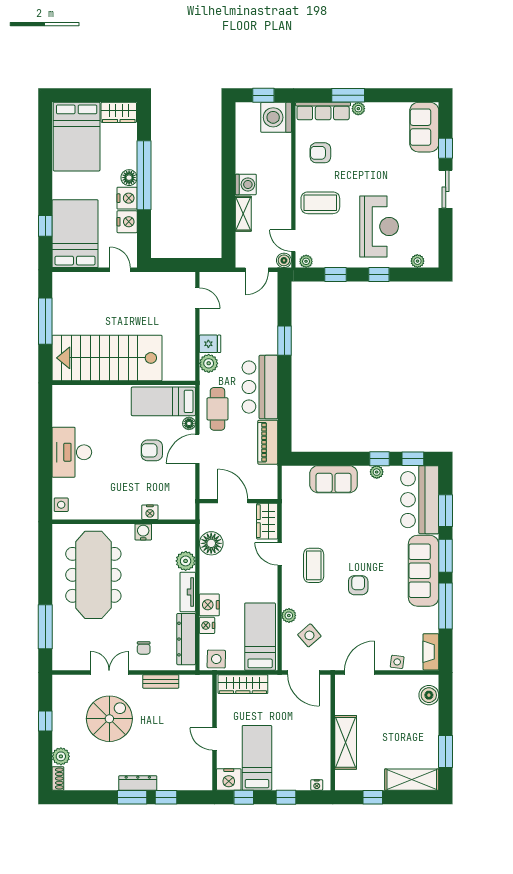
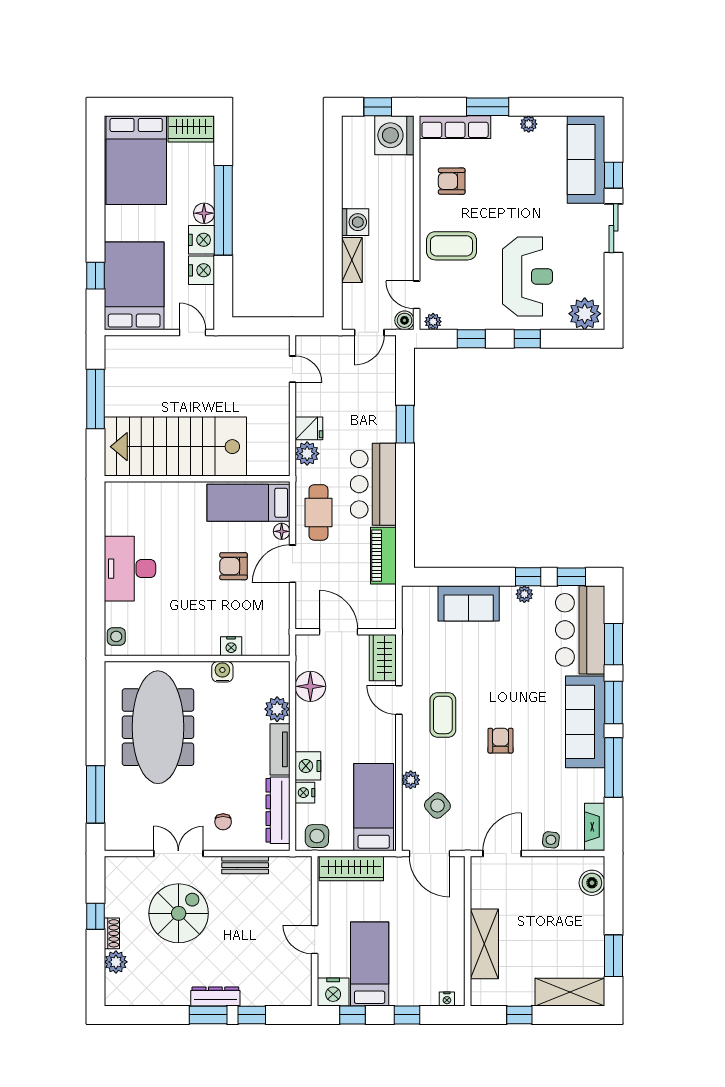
plant: (358, 109) -> (529, 124), moved
sofa: (424, 127) -> (586, 160), width x1.36
plant: (417, 261) -> (585, 314), width x1.88, depth x1.88
shoe rack: (58, 778) -> (112, 933), moved

